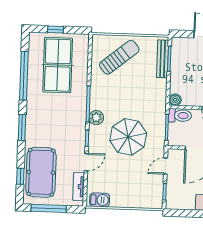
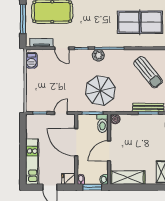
parasol: (128, 137) -> (100, 91), moved
door: (165, 166) -> (61, 113), hinge flipped

